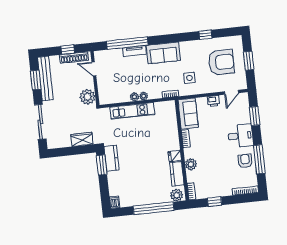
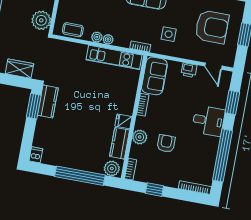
door: (232, 92) -> (213, 66), hinge flipped
coffee table: (114, 97) -> (73, 30), added
kitchen unit: (132, 111) -> (114, 57), moved
window: (259, 159) -> (223, 155), width x1.46
armchair: (245, 161) -> (166, 143), moved

